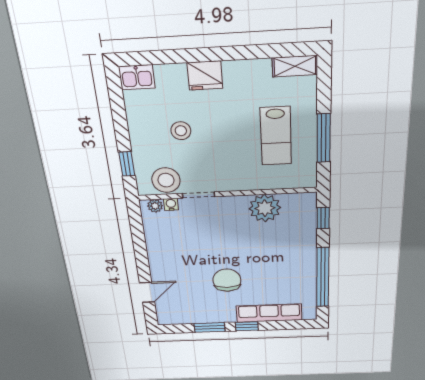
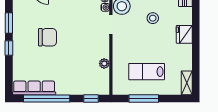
plant: (265, 208) -> (104, 64), width x0.53, depth x0.53
row of seats: (269, 313) -> (34, 88), moved, turned -90

